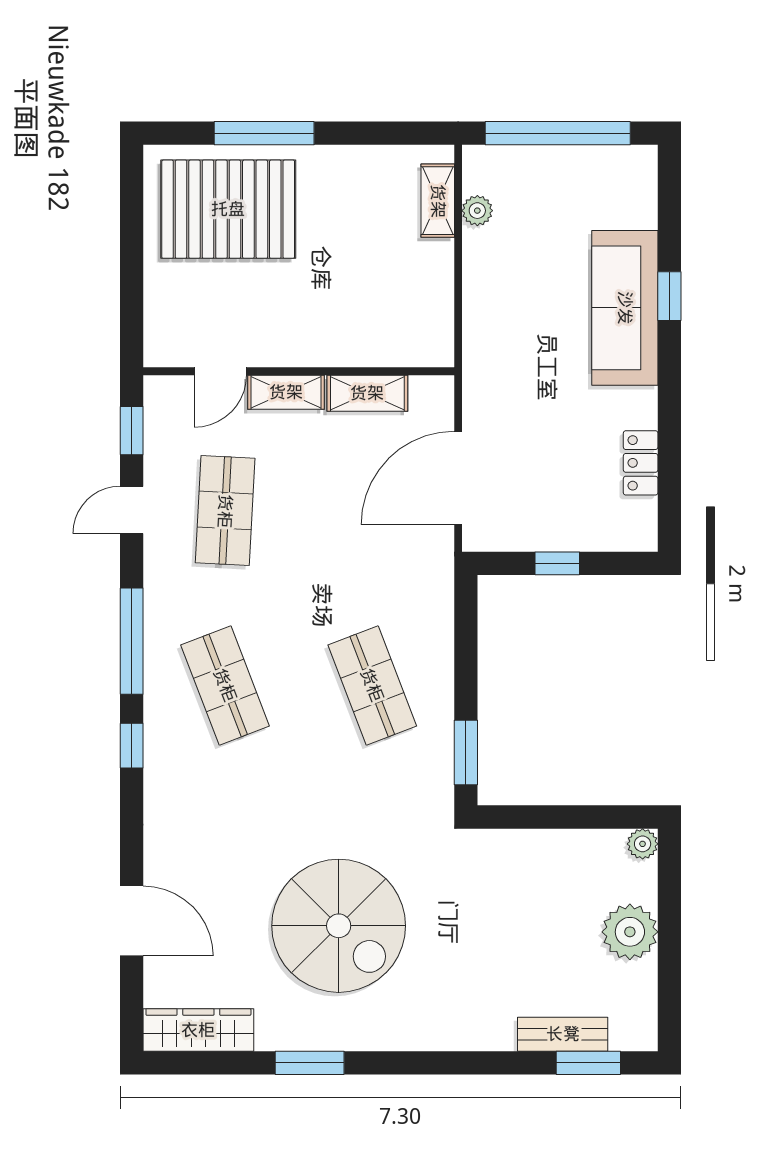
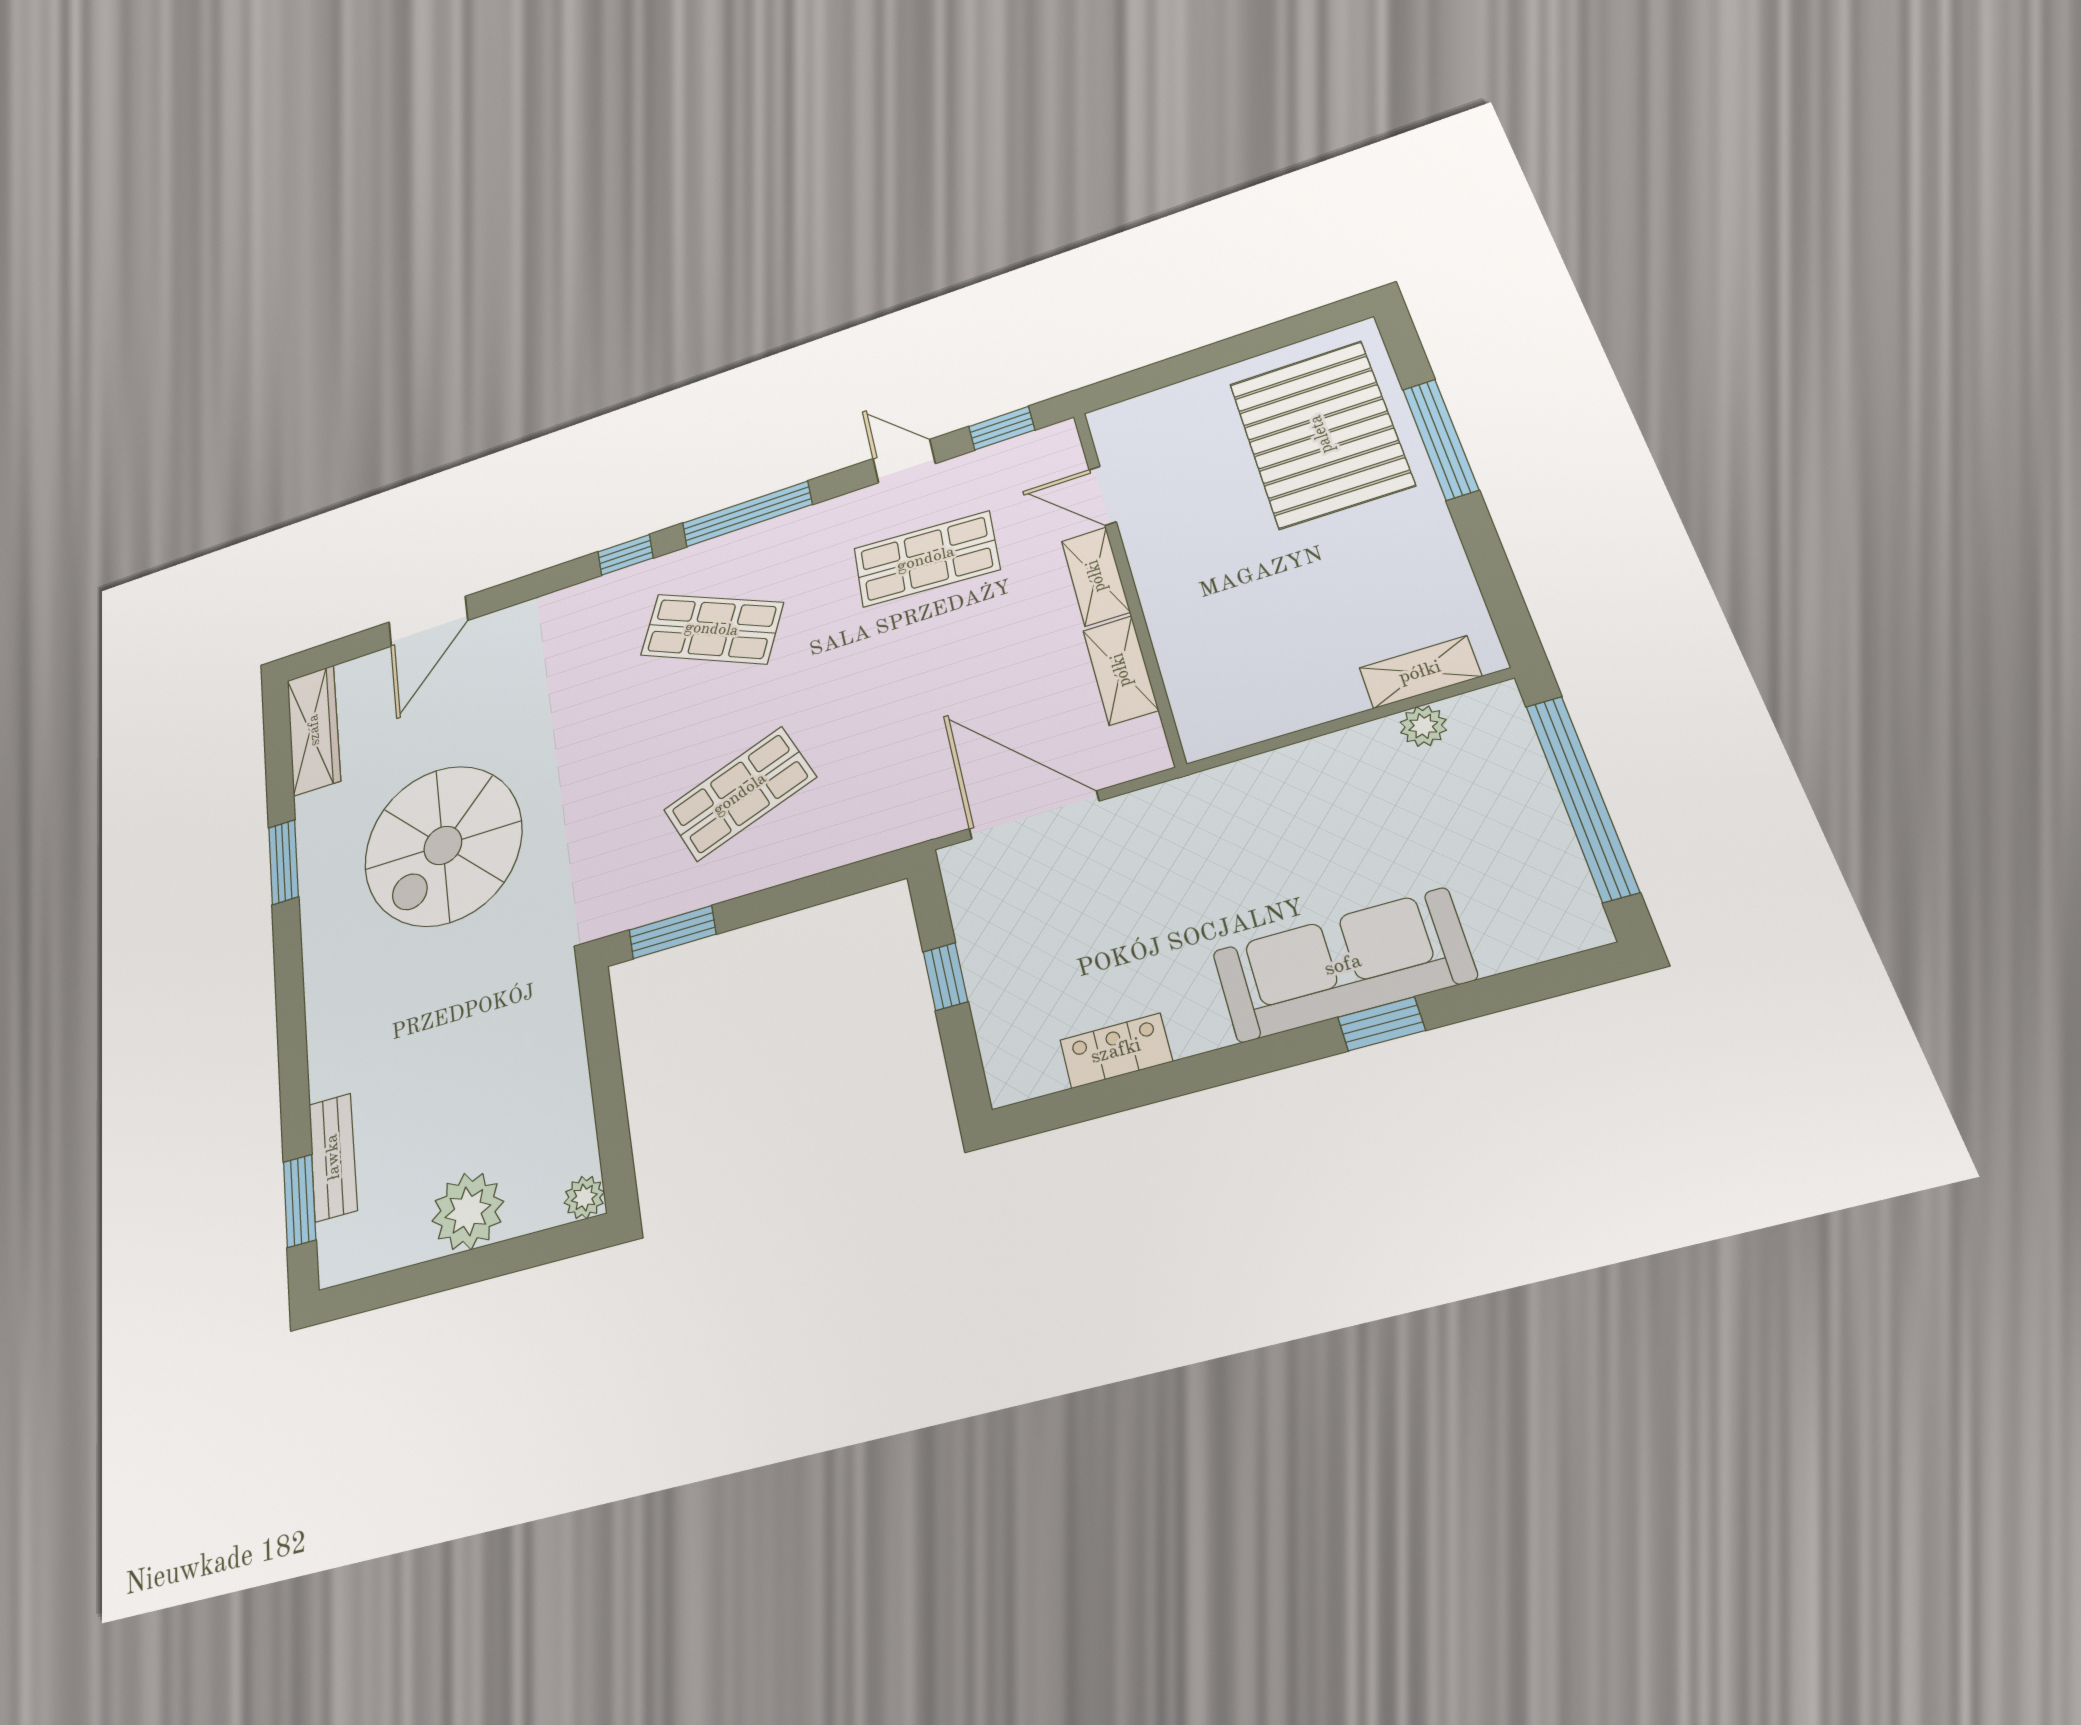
shop shelf: (225, 685) -> (712, 629), turned 45

